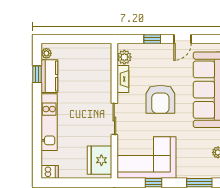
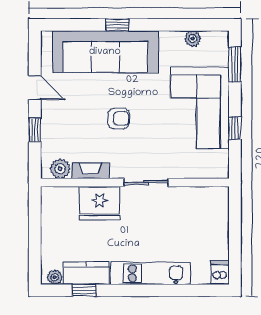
armchair: (160, 99) -> (119, 119), width x0.53, depth x0.53
corner sofa: (147, 158) -> (200, 108), moved
fridge: (100, 160) -> (100, 203), moved

